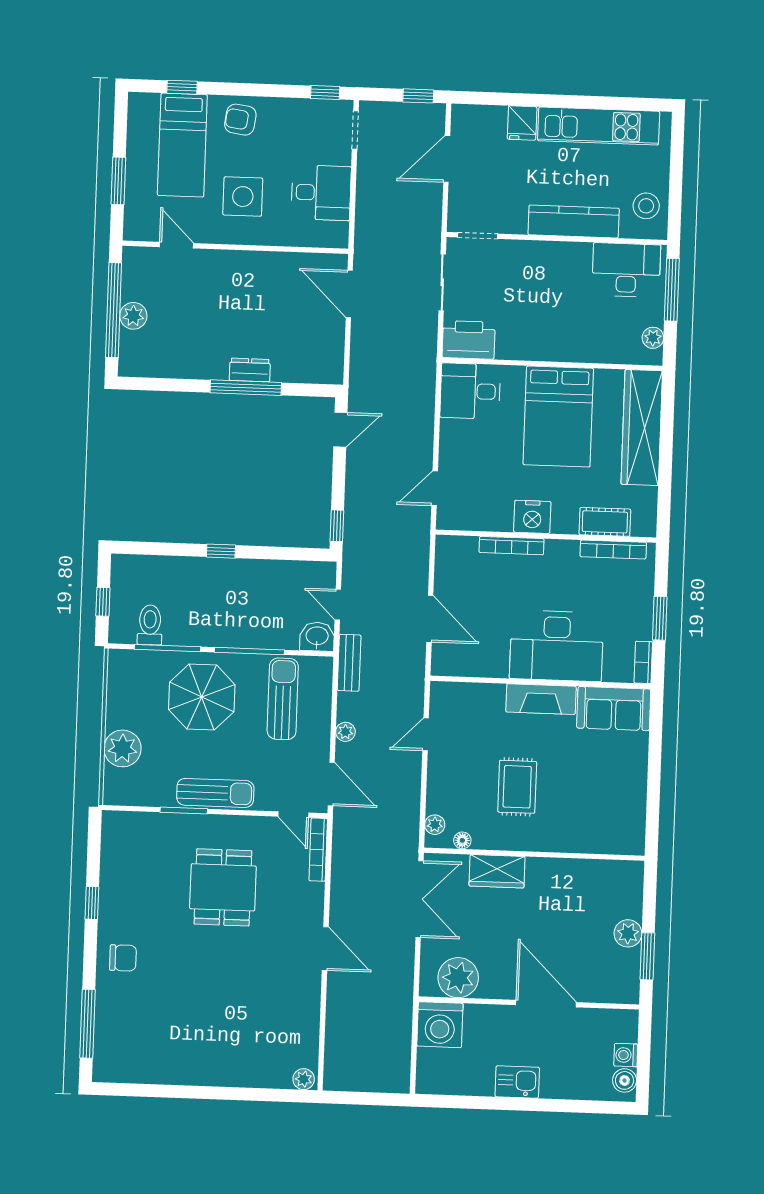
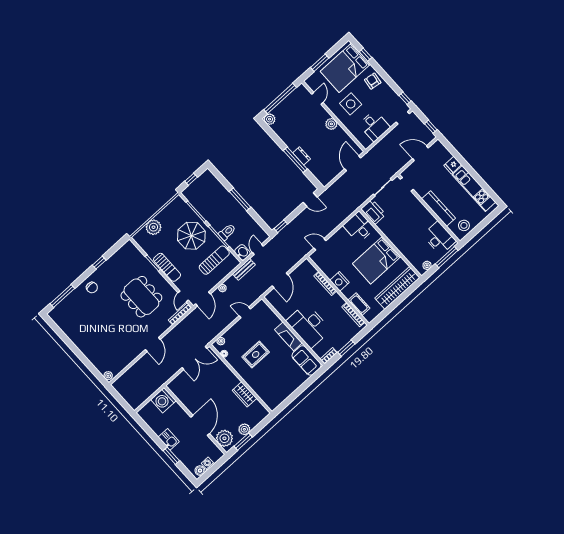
bed: (182, 145) -> (345, 68), width x1.50
plant: (245, 264) -> (331, 124), added
plant: (133, 316) -> (270, 119), moved
window: (221, 551) -> (240, 199), width x2.17
toilet: (150, 625) -> (227, 232), moved
wardrobe: (497, 871) -> (244, 394), moved
dining table: (223, 887) -> (141, 297), width x1.38
plant: (458, 978) -> (224, 438), moved
window: (550, 1105) -> (171, 456), added

